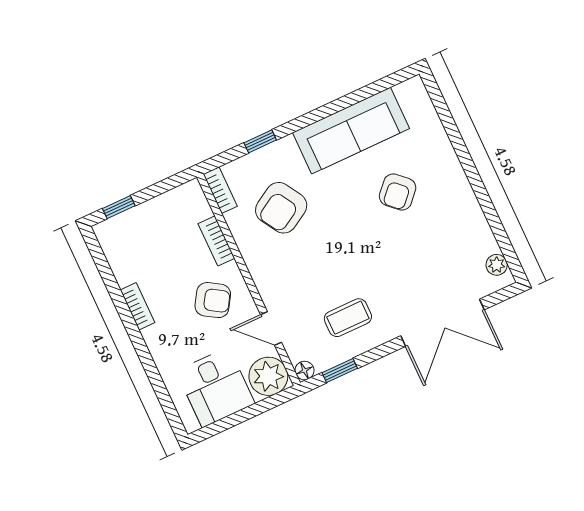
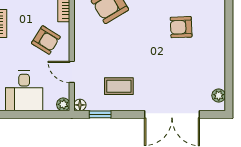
armchair: (398, 192) -> (181, 27), turned 45
plant: (268, 376) -> (63, 104), width x0.53, depth x0.53

